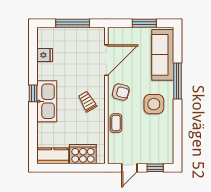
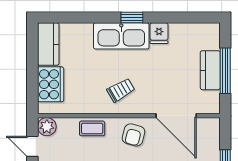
kitchen counter: (72, 35) -> (210, 70), added
fridge: (45, 55) -> (159, 33), moved
plant: (115, 157) -> (47, 127), added

